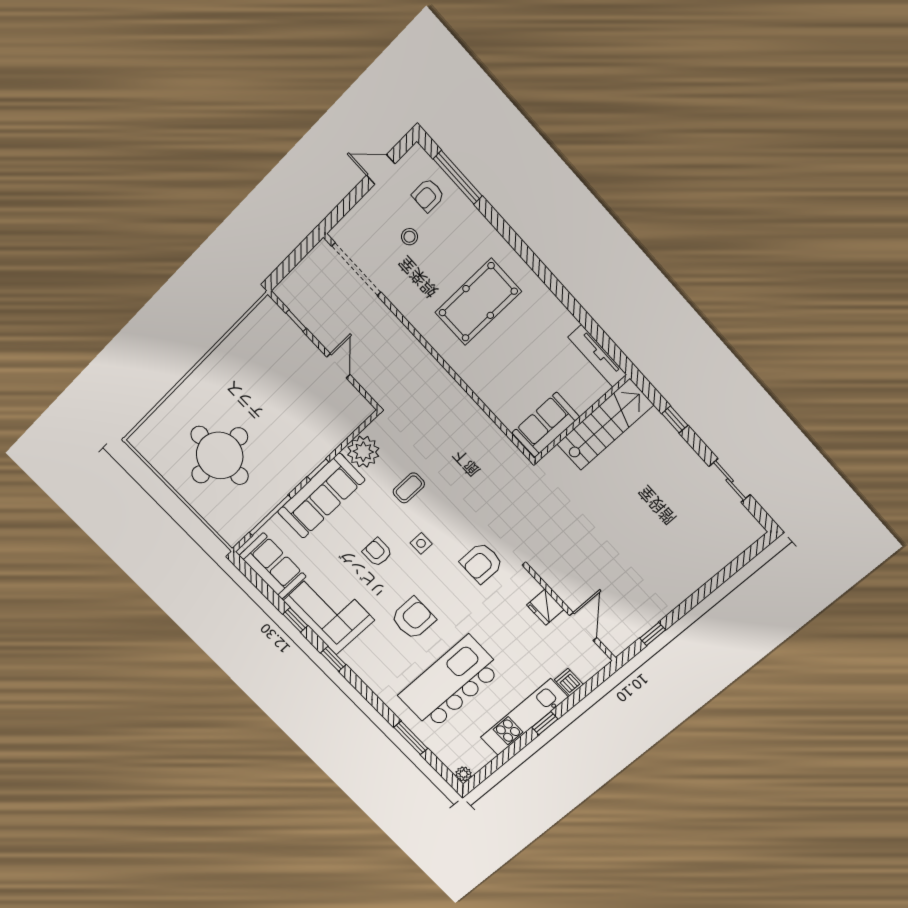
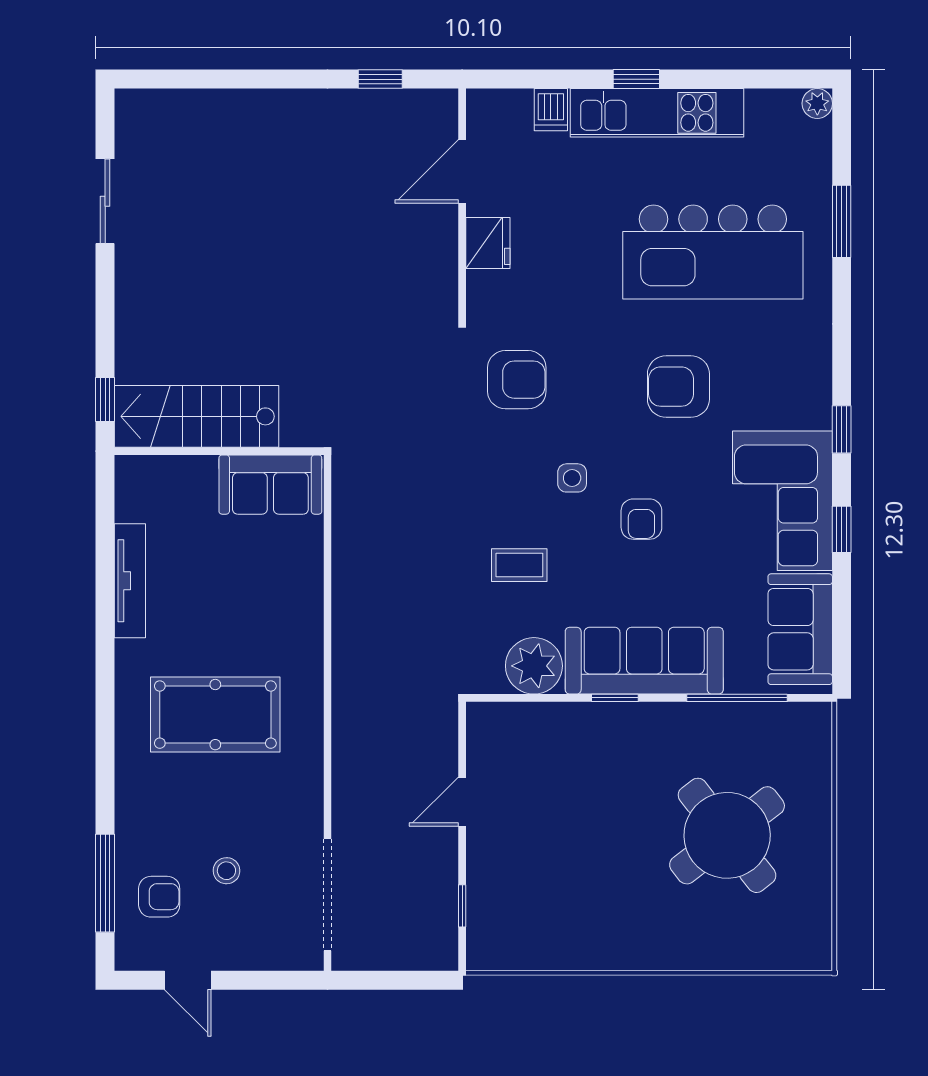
tv unit: (597, 356) -> (130, 581), moved
window: (675, 419) -> (105, 400), moved
round table: (220, 455) -> (727, 835), turned -38

